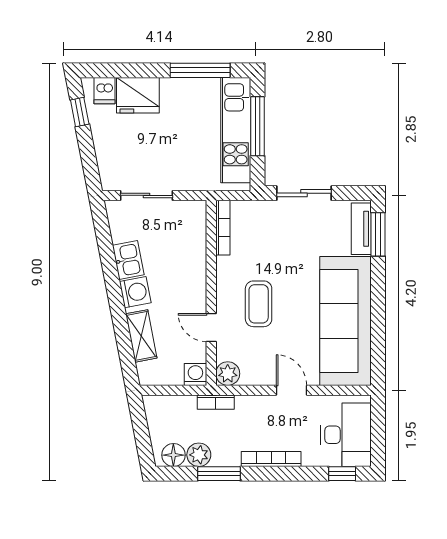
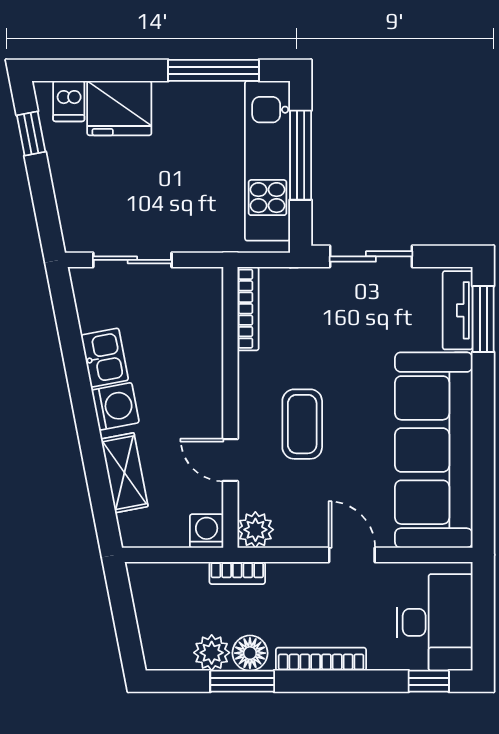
floor lamp: (173, 455) -> (250, 653), moved

